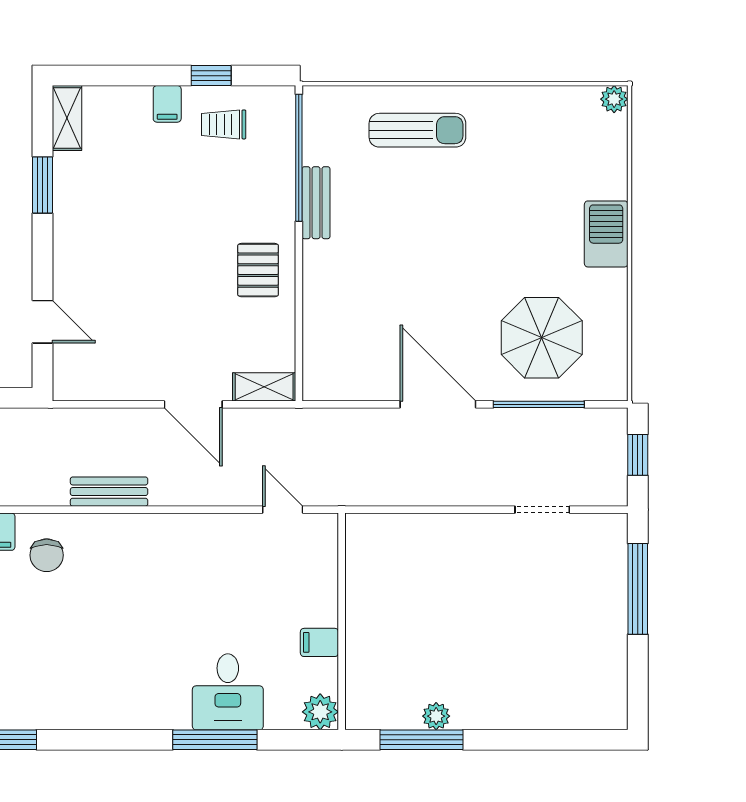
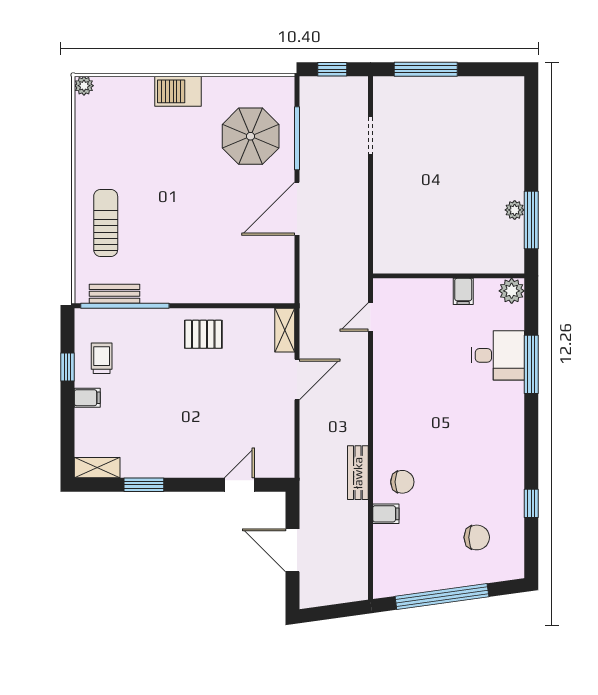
trolley: (224, 124) -> (102, 358), turned 180
bench: (316, 203) -> (115, 294), moved
bench: (109, 492) -> (358, 473), moved

